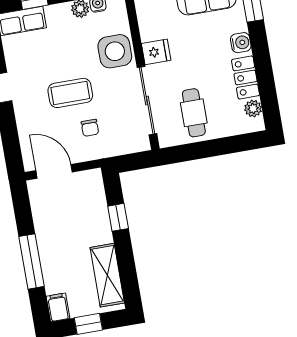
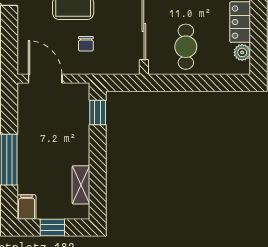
window: (118, 217) -> (98, 113), moved
shelving: (107, 275) -> (81, 185), width x0.67, depth x0.75

